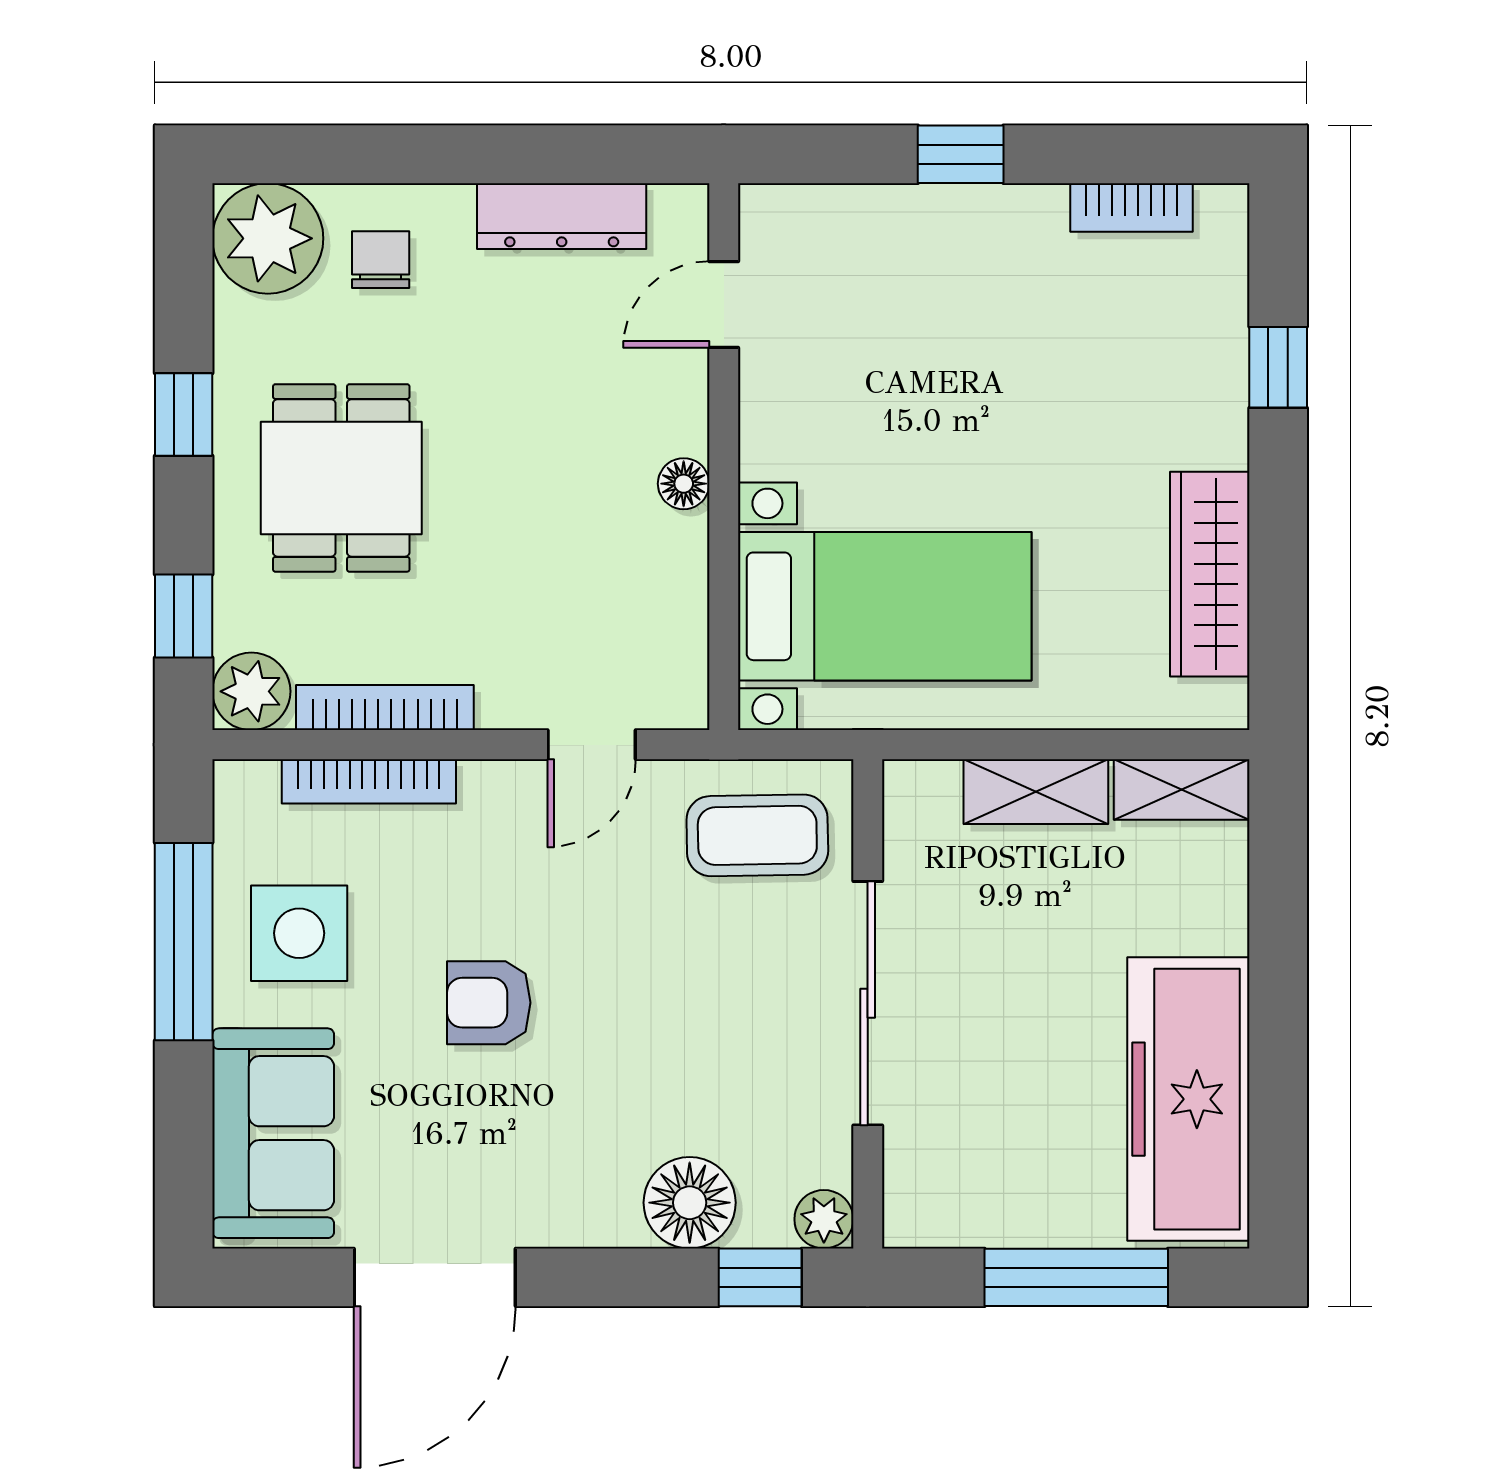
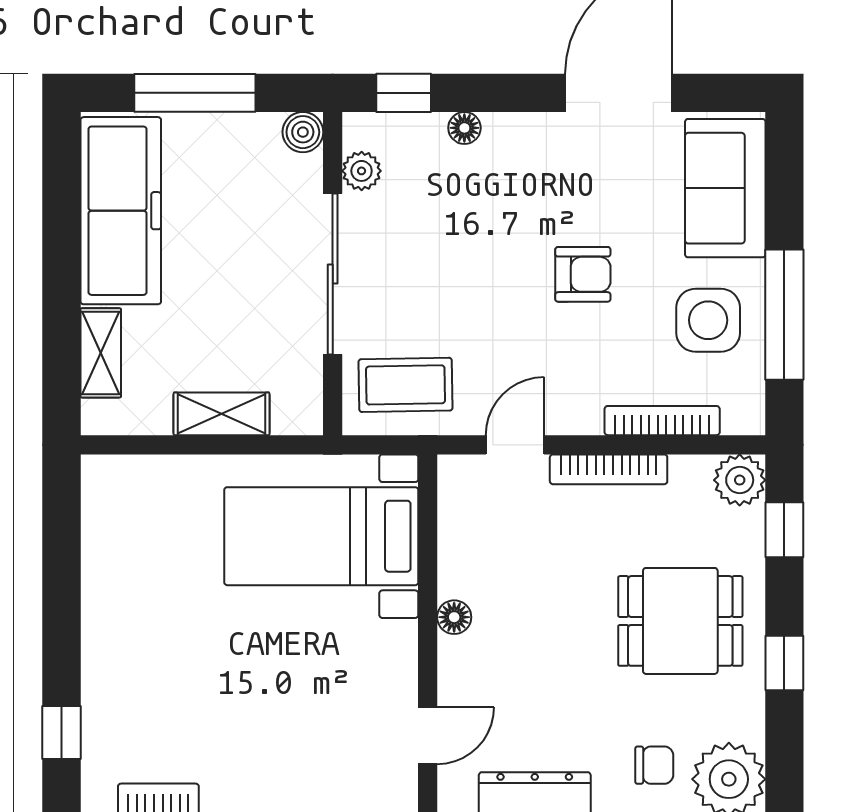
chair: (381, 260) -> (654, 765), turned -90
window: (1278, 367) -> (62, 733), moved
dining table: (341, 478) -> (680, 621), turned 90
wardrobe: (1210, 574) -> (107, 557), removed
bookcase: (385, 708) -> (609, 469), moved
shelving: (1182, 789) -> (101, 353), moved, turned 90
floor lamp: (690, 1203) -> (464, 128), width x0.53, depth x0.53
boiler: (913, 1218) -> (303, 132), added
plant: (824, 1219) -> (362, 171), moved

